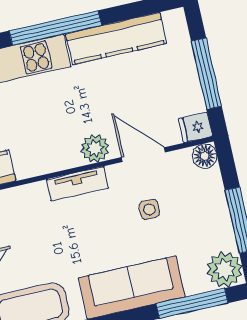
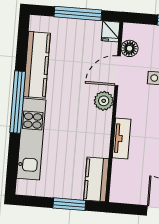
floor lamp: (205, 156) -> (130, 48), moved
tv unit: (77, 184) -> (122, 139), moved

